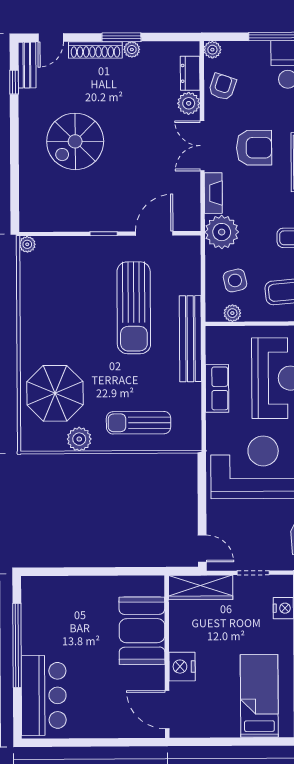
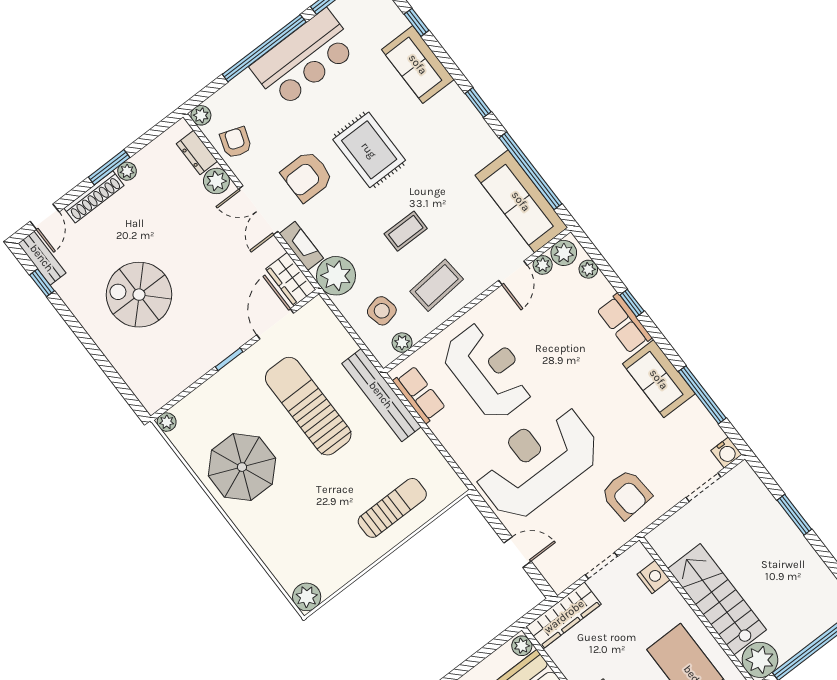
spiral stairs: (75, 141) -> (139, 295), turned 90
armchair: (254, 148) -> (307, 176), turned 180
wardrobe: (189, 211) -> (291, 279), added
sun lounger: (134, 308) -> (308, 406), turned 180
row of seats: (217, 388) -> (419, 394), moved
parasol: (55, 393) -> (242, 467), moved
sun lounger: (139, 423) -> (392, 508), turned 180
plant: (79, 439) -> (307, 597), moved
door: (202, 549) -> (517, 552), moved
plant: (156, 586) -> (522, 646), added

